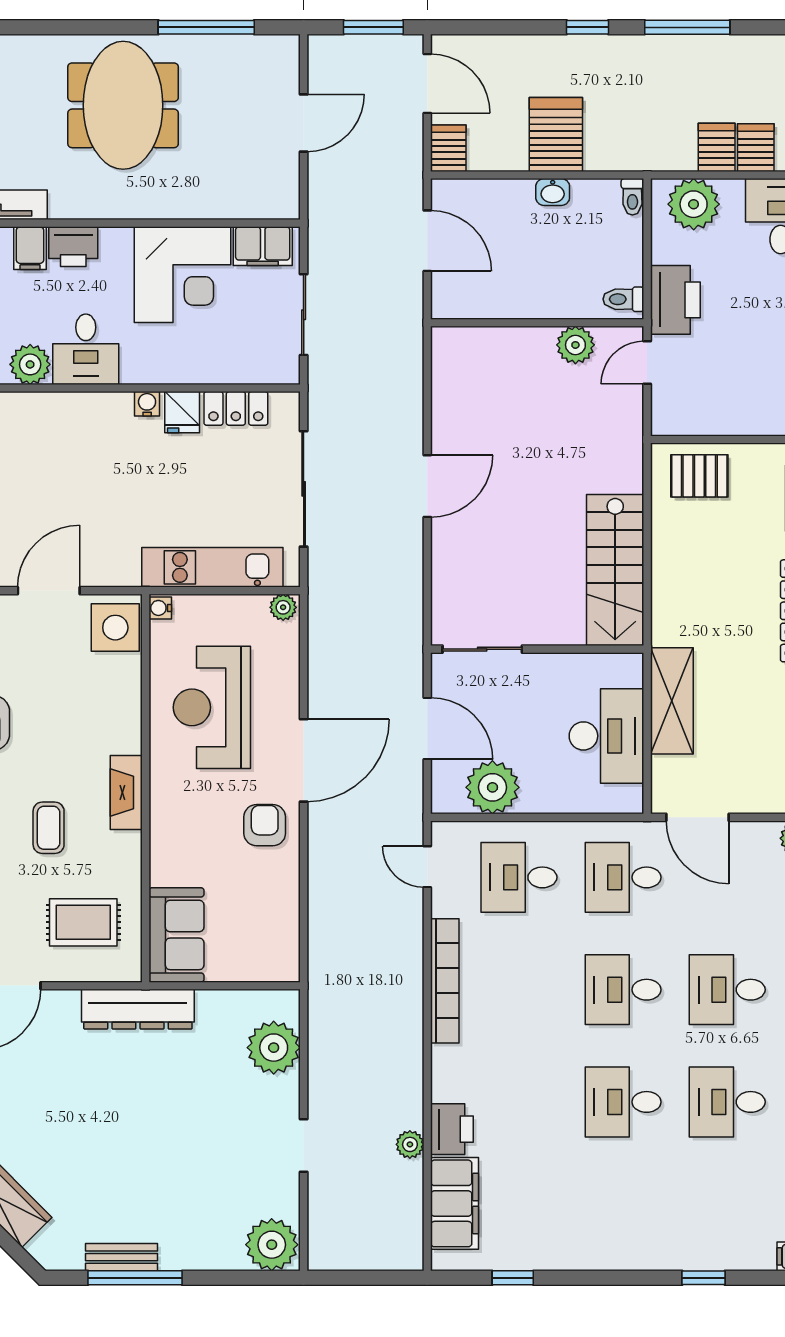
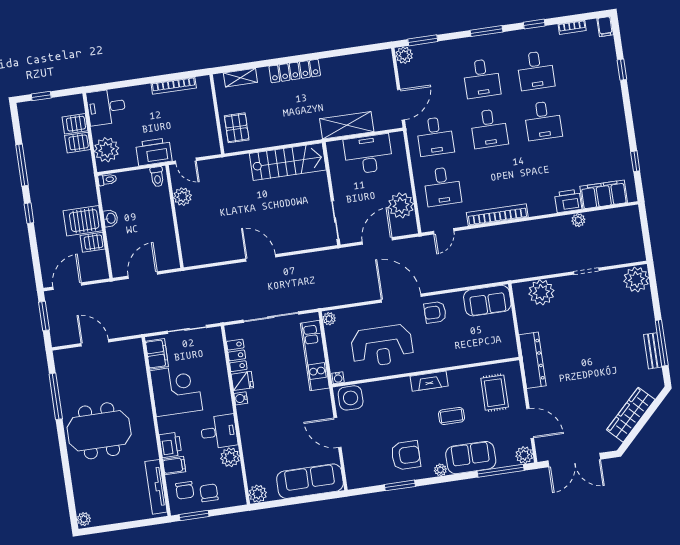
server rack: (448, 148) -> (93, 242), moved
sofa: (176, 935) -> (487, 301), moved, turned 180

